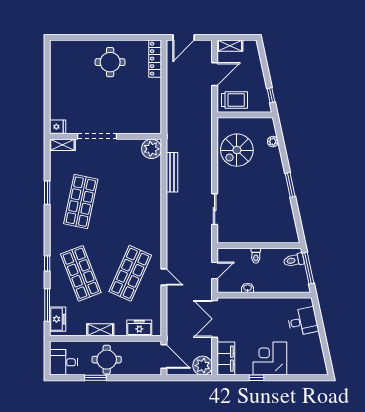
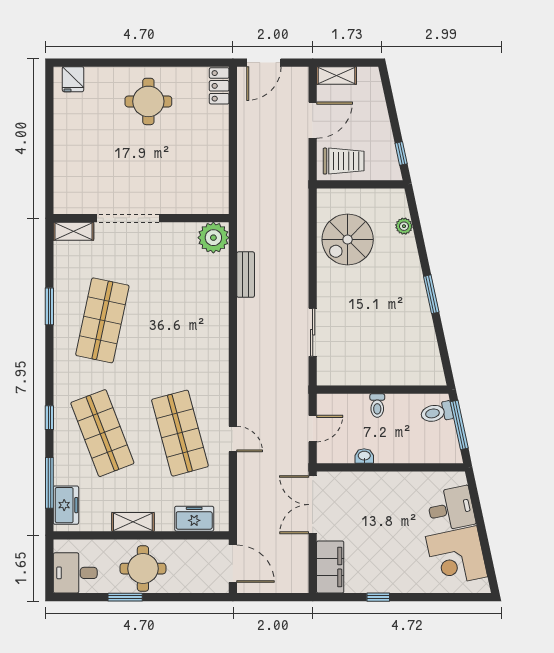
locker: (155, 59) -> (219, 86), width x0.66
fridge: (58, 127) -> (73, 79), moved, turned 90
bench: (172, 172) -> (246, 275), width x0.73
shop shelf: (130, 273) -> (180, 433), turned -39
corner desk: (270, 358) -> (457, 557), moved, turned -102
plant: (203, 366) -> (294, 578), removed

